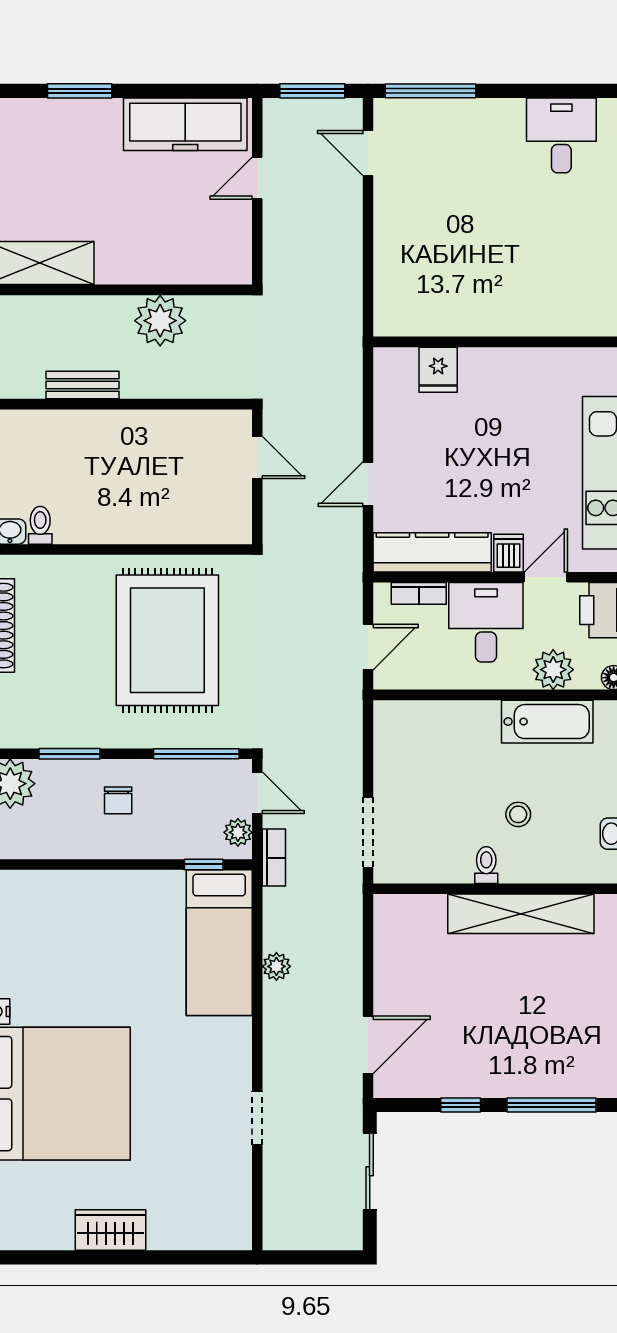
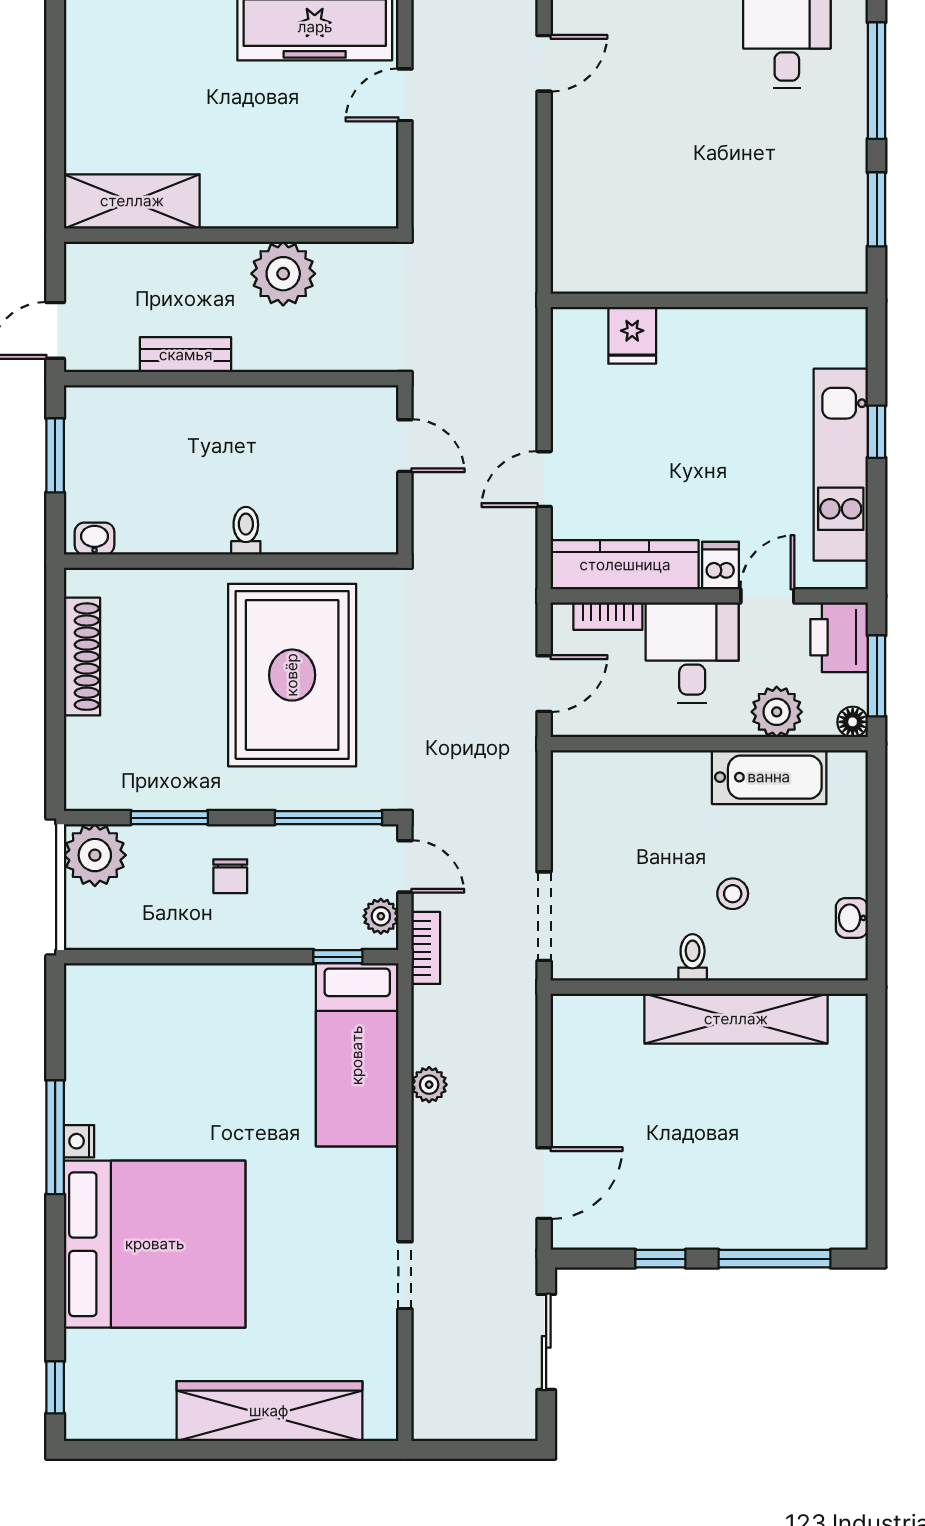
door: (368, 153) -> (544, 63), swing flipped
toilet: (40, 525) -> (246, 531), moved
wardrobe: (111, 1230) -> (269, 1411), width x2.10, depth x1.17

